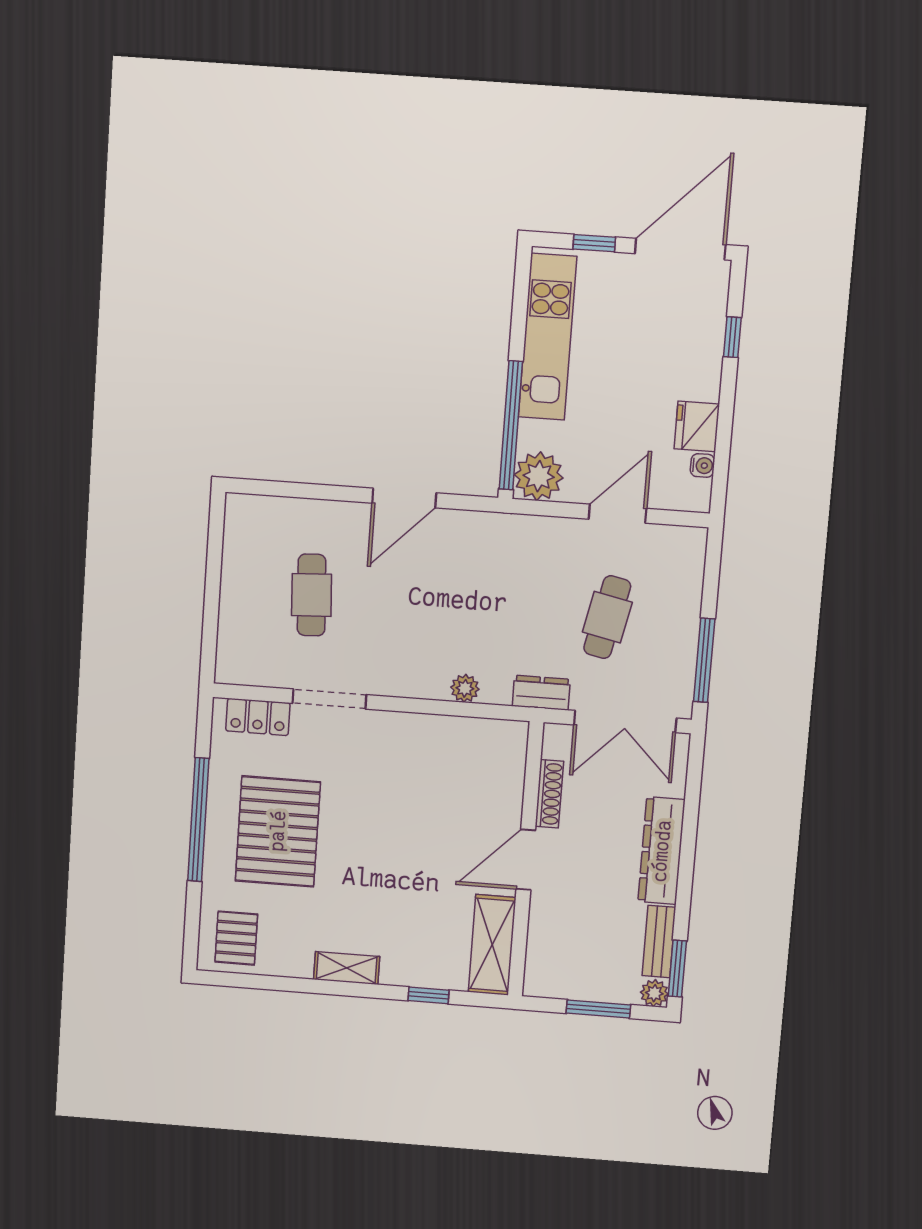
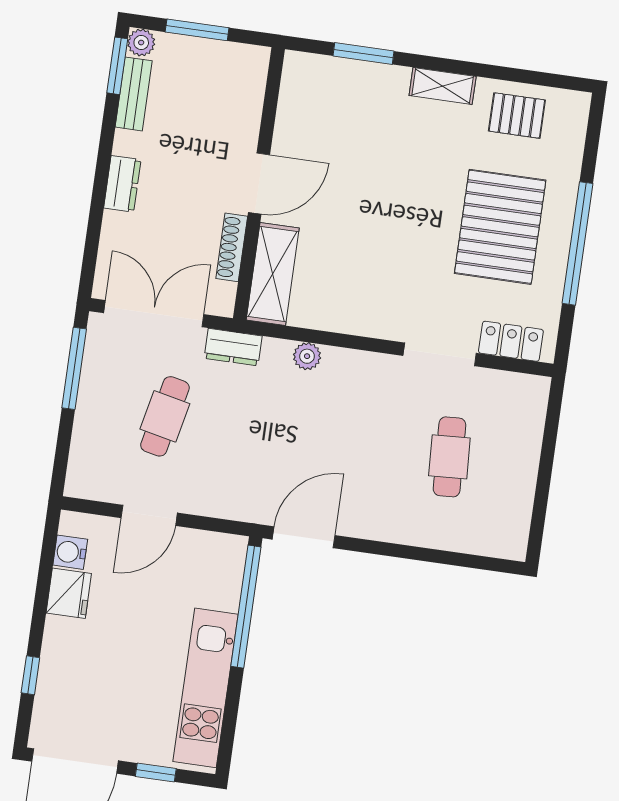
water cooler: (702, 465) -> (70, 552), width x1.38, depth x1.38
plant: (539, 476) -> (222, 556), removed
door: (404, 498) -> (304, 537), moved
dresser: (662, 851) -> (122, 184), width x0.51, depth x0.80
pallet: (236, 938) -> (517, 116), moved, turned 90
shelving: (492, 945) -> (273, 274), moved
window: (429, 995) -> (364, 53), width x1.50

